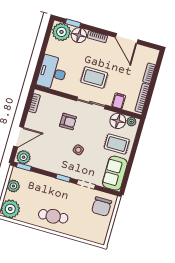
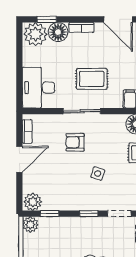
sliding door: (91, 103) -> (82, 111), moved
armchair: (68, 122) -> (75, 142), turned 180
door: (19, 137) -> (19, 159), moved
window: (24, 167) -> (50, 214), moved
plant: (13, 186) -> (30, 225), moved

